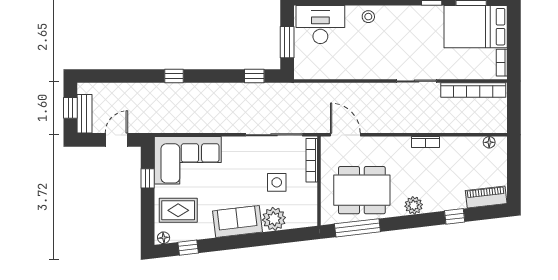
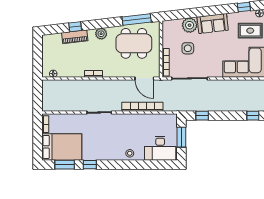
bookcase: (473, 90) -> (142, 107), moved
piano: (486, 197) -> (75, 37), moved

